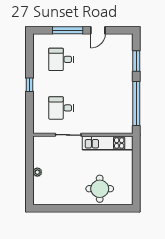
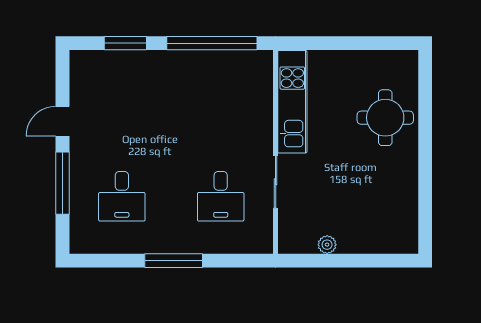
door: (98, 30) -> (62, 121), swing flipped
window: (29, 85) -> (174, 261), width x2.17
plant: (37, 172) -> (327, 245), moved

